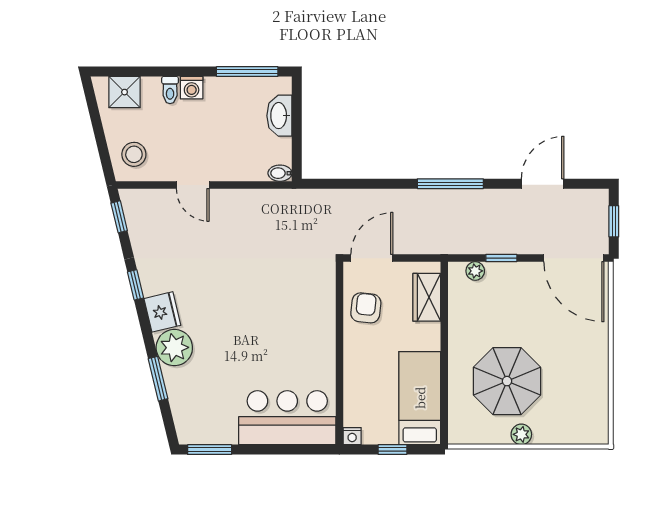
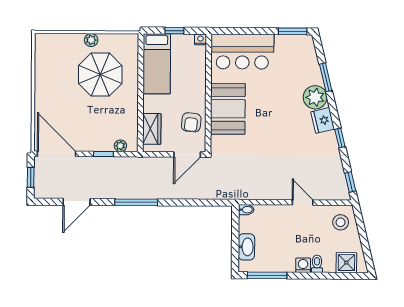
booth: (309, 329) -> (228, 109), added

